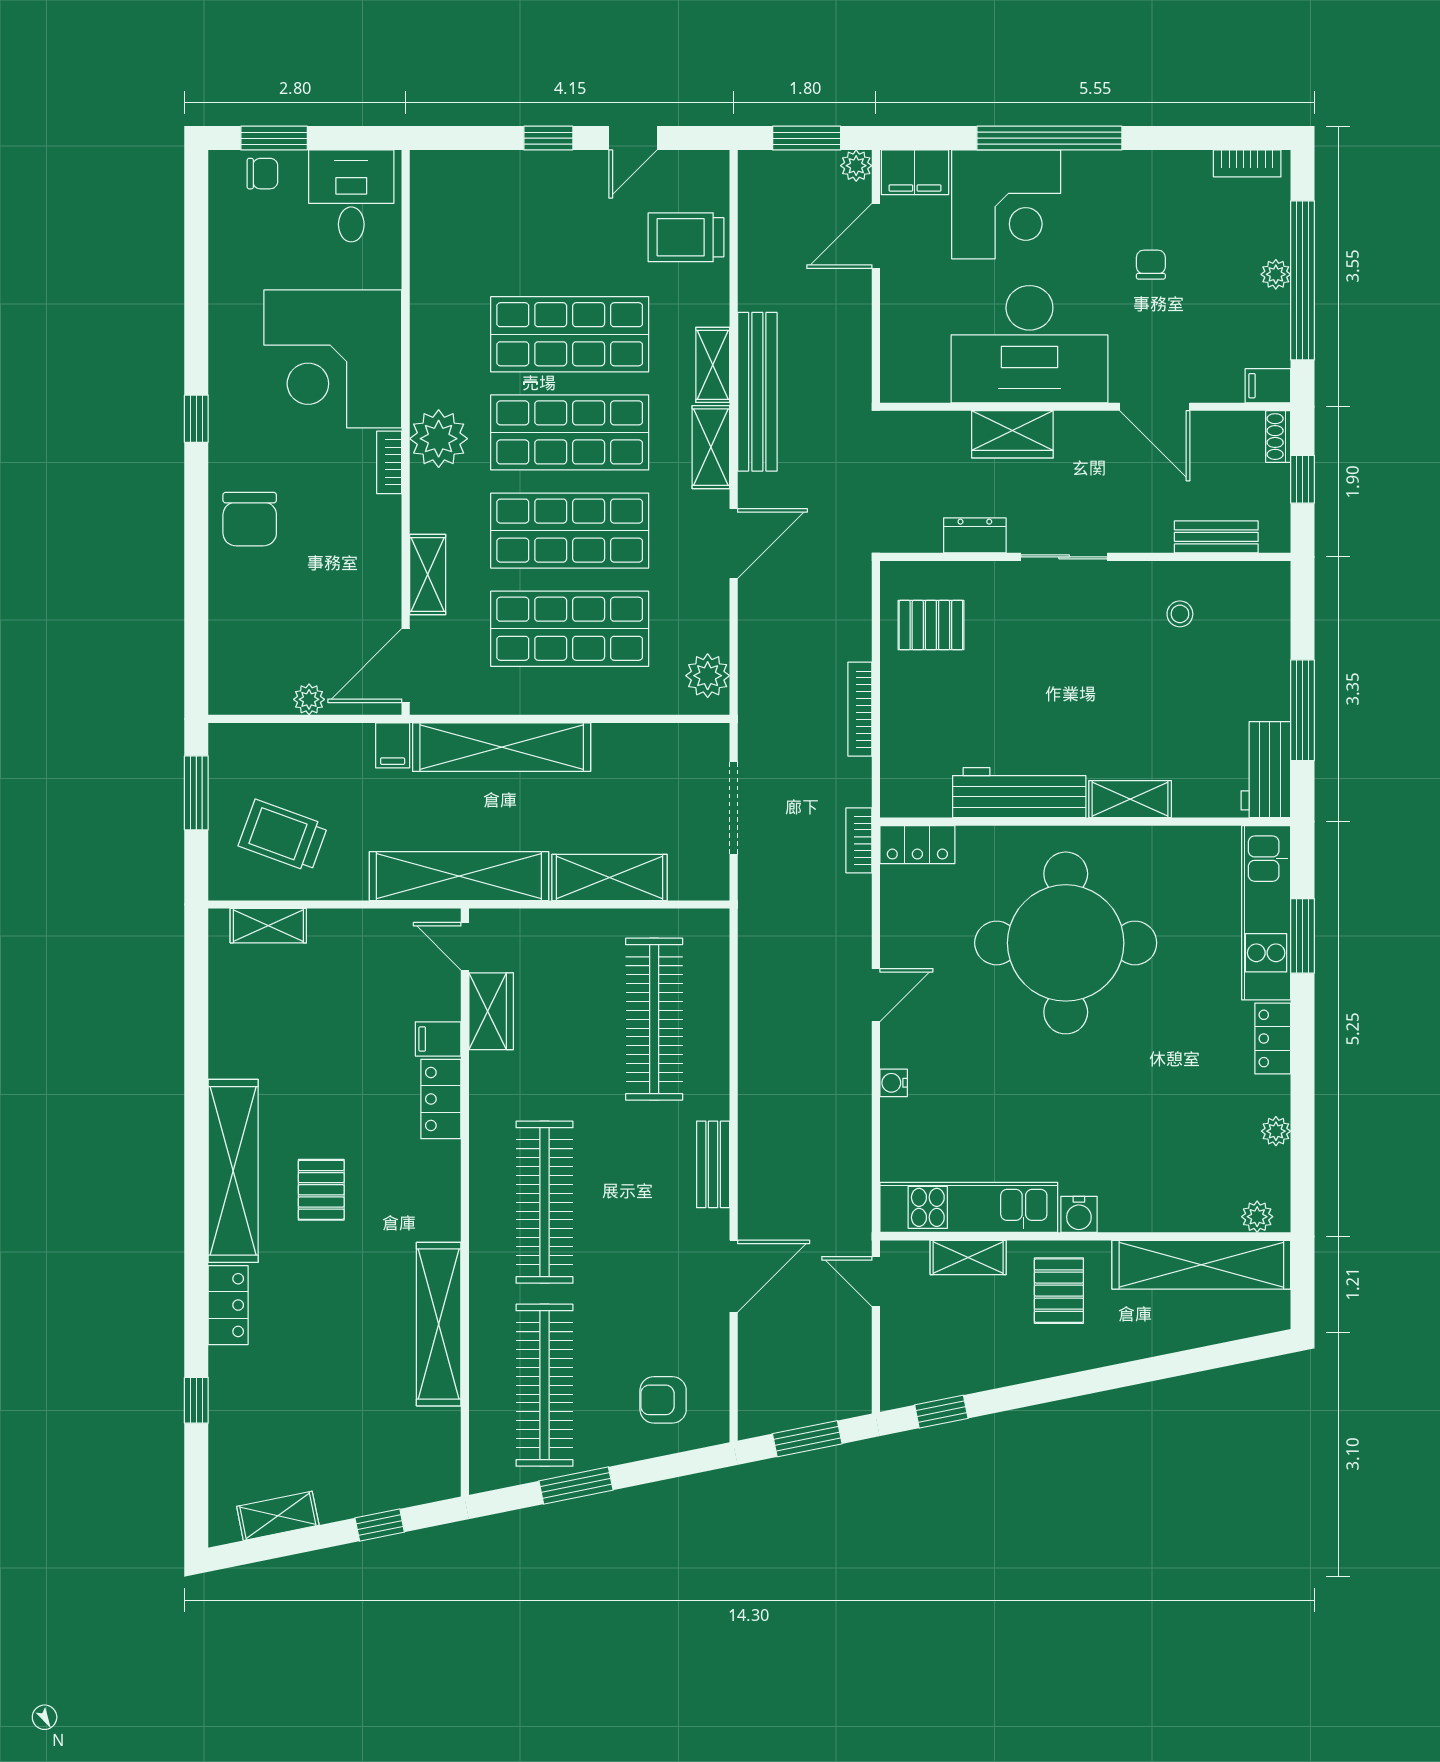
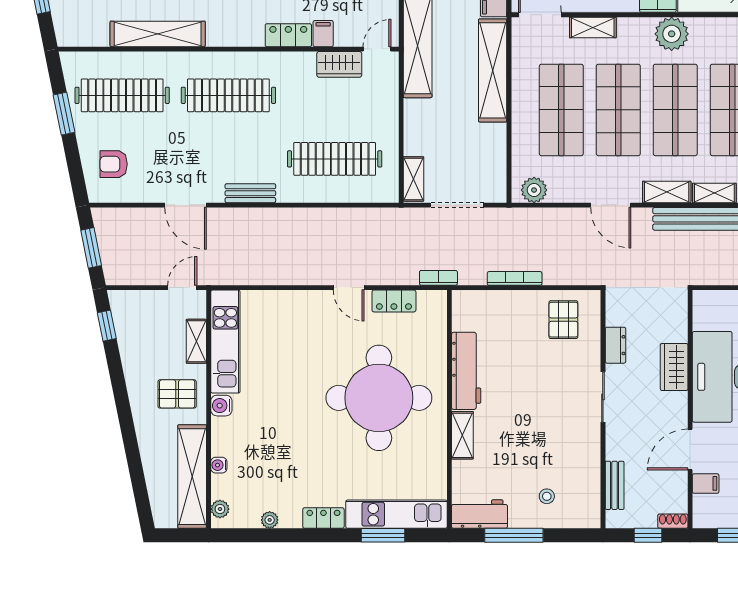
filing cabinet: (1268, 386) -> (706, 483), moved, turned 90
stool: (1180, 614) -> (547, 496), moved
locker: (917, 845) -> (394, 301), moved, turned -90
shelving: (610, 878) -> (414, 179), moved, width x0.67, depth x0.75
water cooler: (894, 1083) -> (219, 465), moved, turned -90
armchair: (663, 1400) -> (114, 164), turned -90

